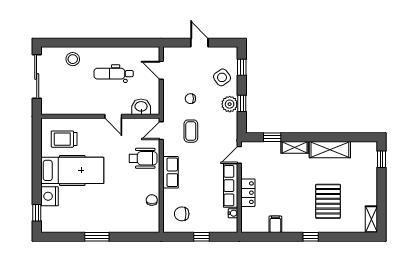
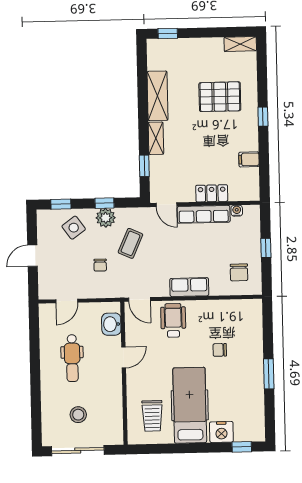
stool: (73, 59) -> (78, 415), moved
coffee table: (191, 131) -> (130, 243), moved, turned -66
chair: (152, 200) -> (220, 350), moved

